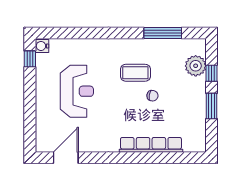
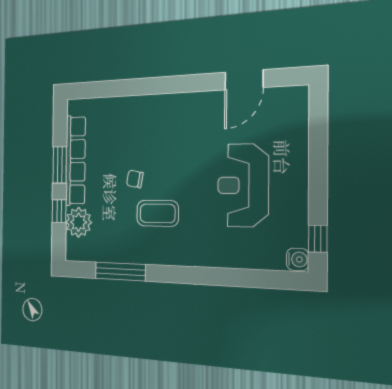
row of seats: (151, 145) -> (76, 160), moved, turned -90
door: (66, 158) -> (244, 80), moved

